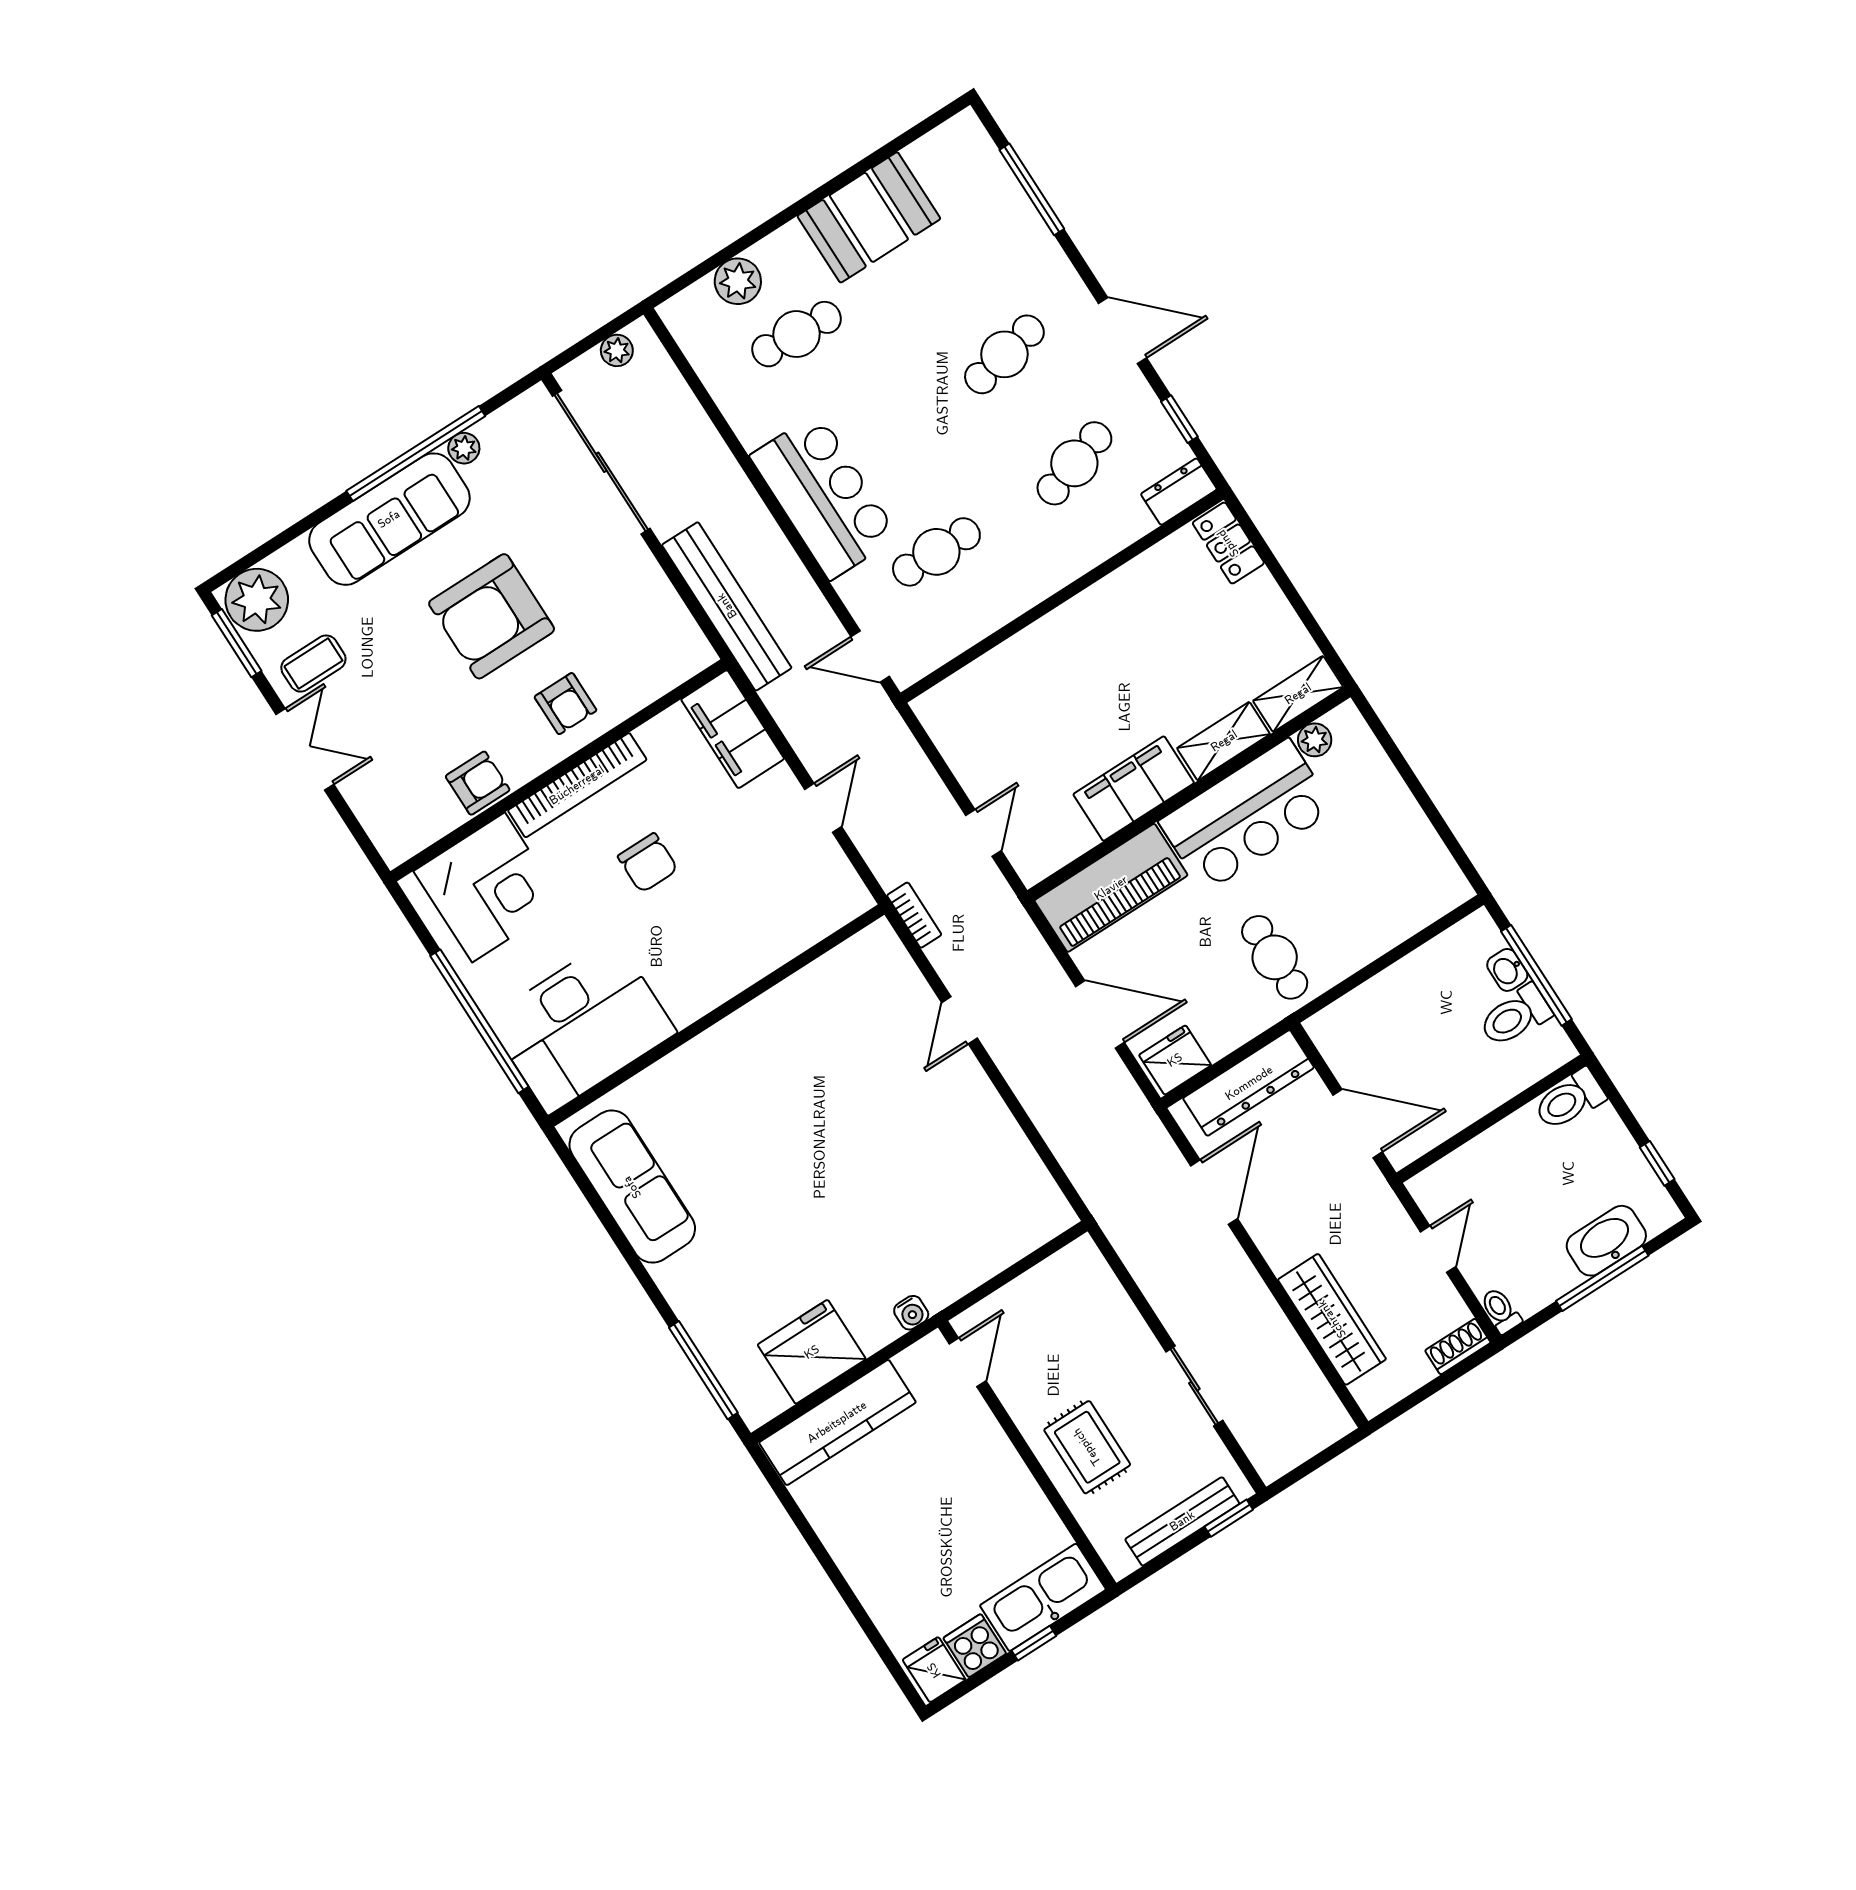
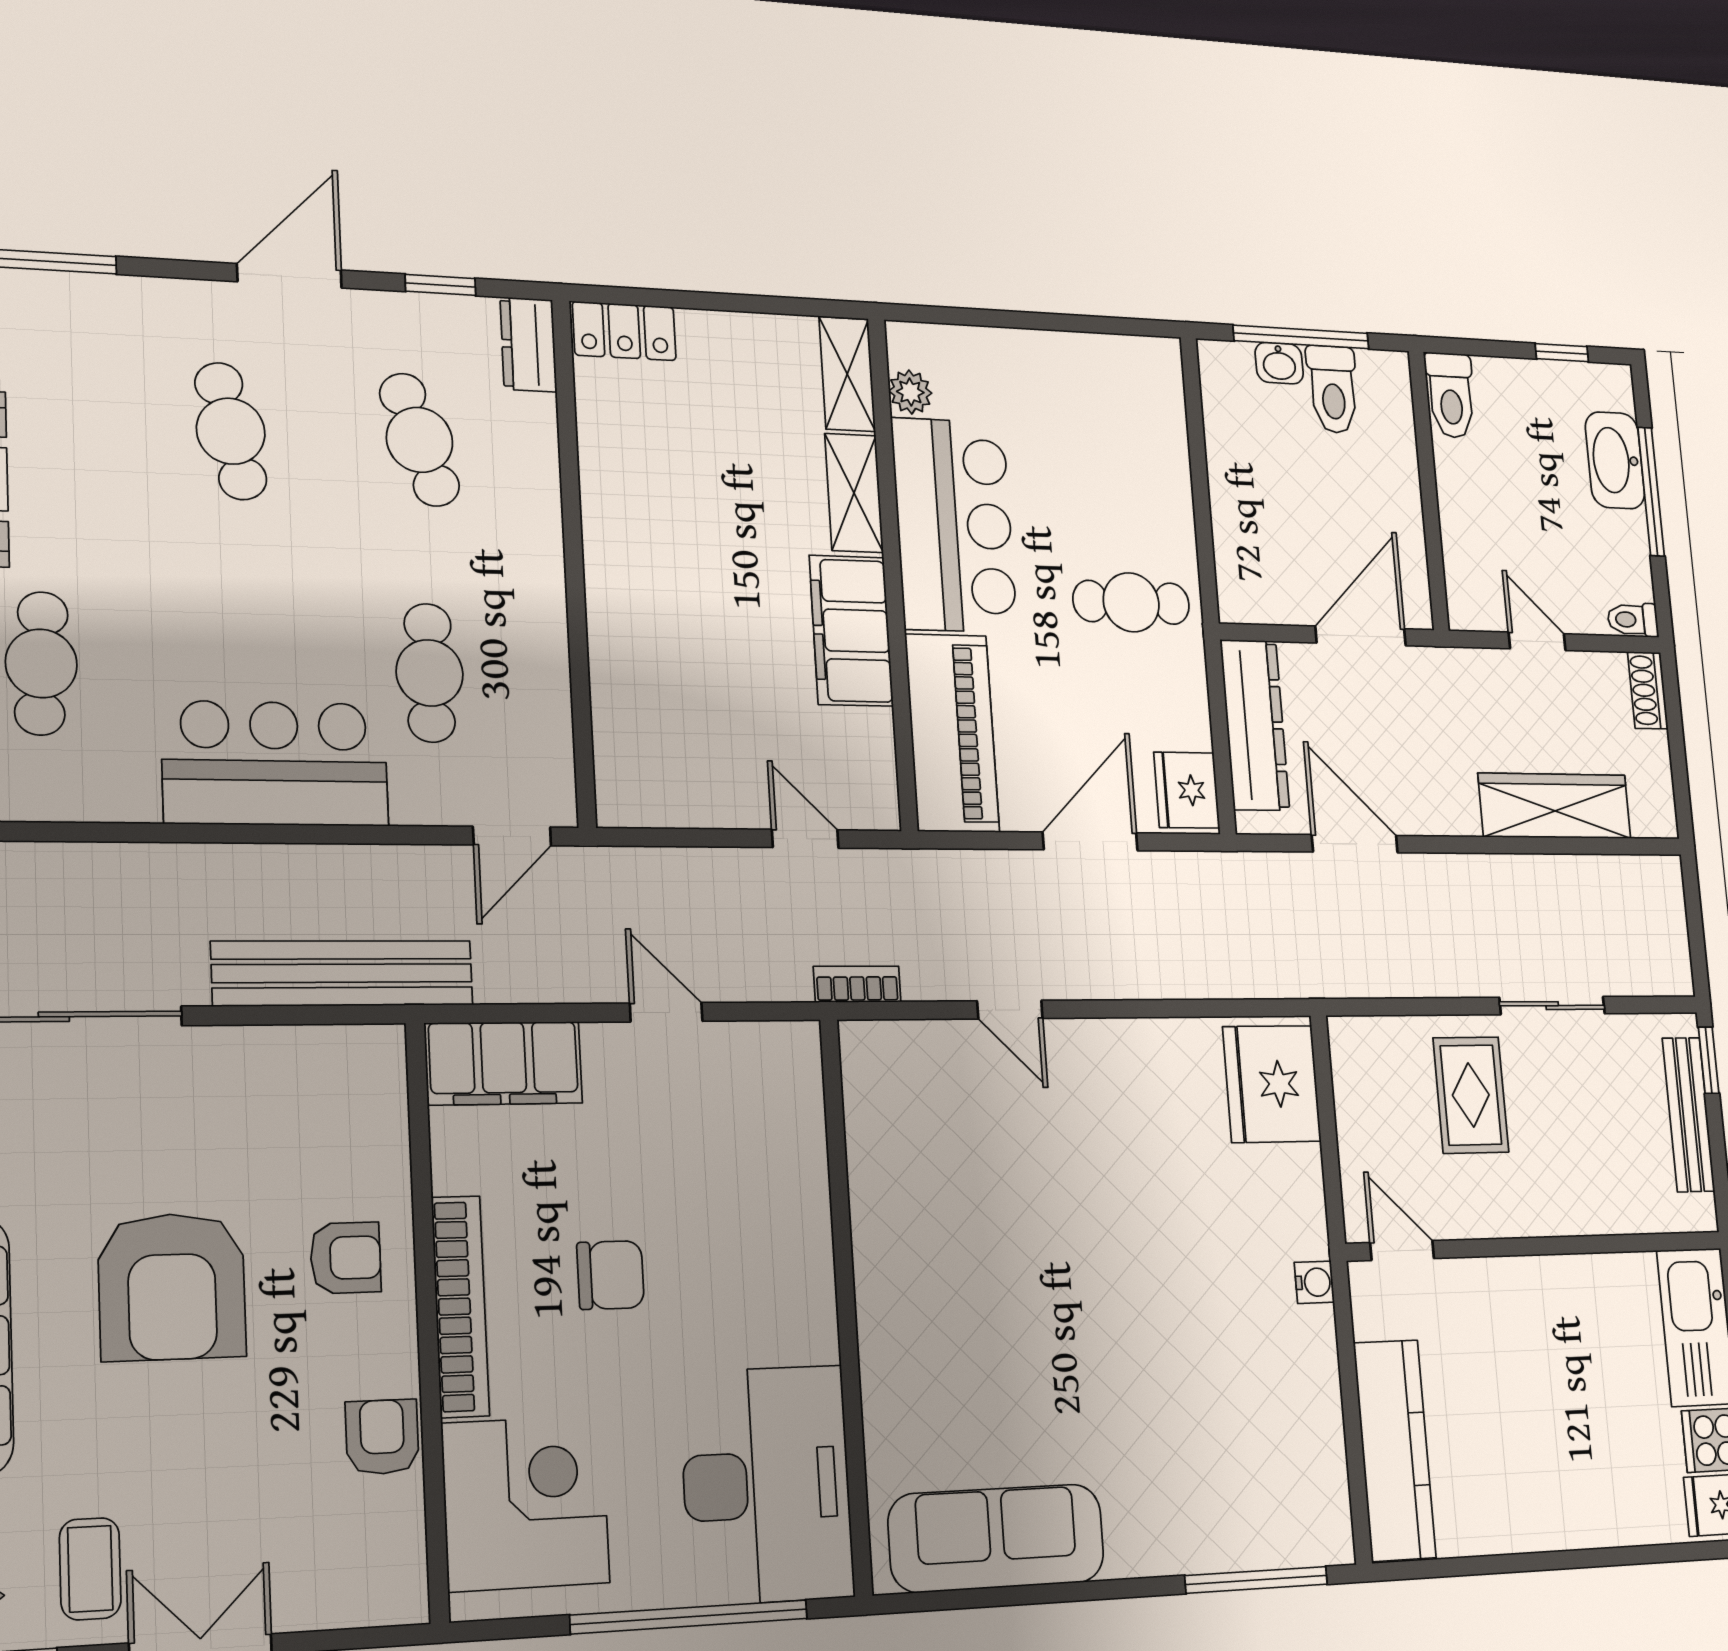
fridge: (812, 1352) -> (1272, 1084), moved
rug: (1087, 1447) -> (1471, 1095), moved, turned 90

